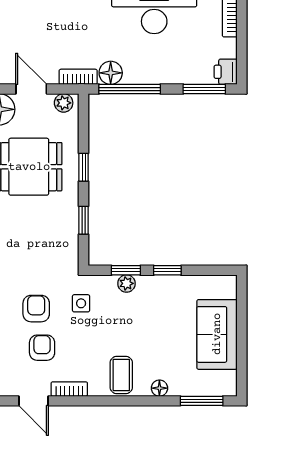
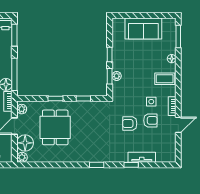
side table: (81, 303) -> (151, 102), moved
armchair: (42, 348) -> (150, 120), turned 180

